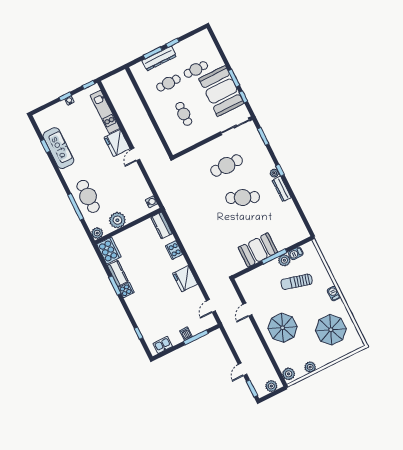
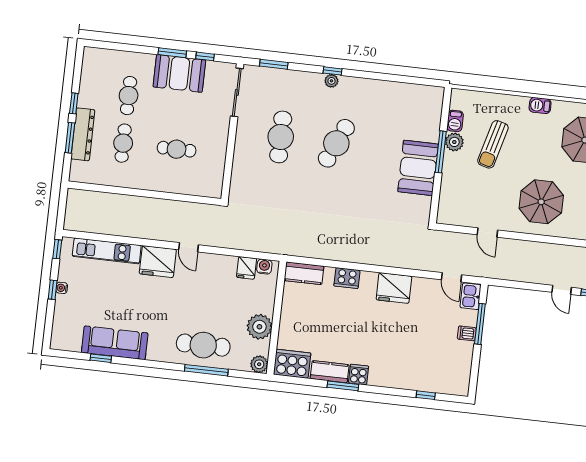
booth: (221, 91) -> (179, 73), width x0.73, depth x0.70
dresser: (282, 189) -> (358, 85), removed
fridge: (144, 193) -> (247, 268), added
kitchen sink: (163, 345) -> (471, 296), moved

